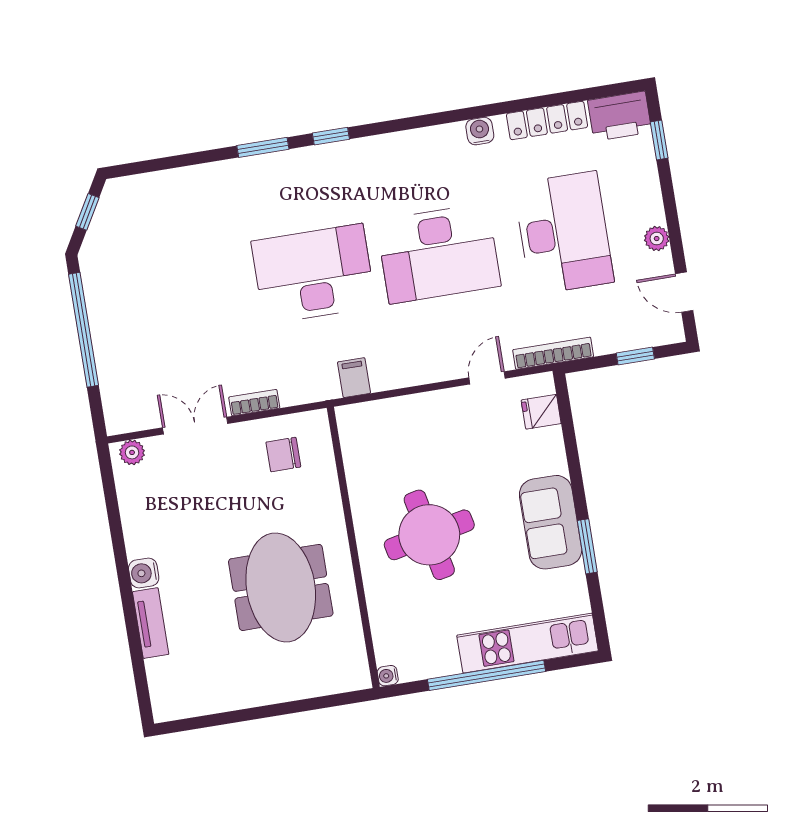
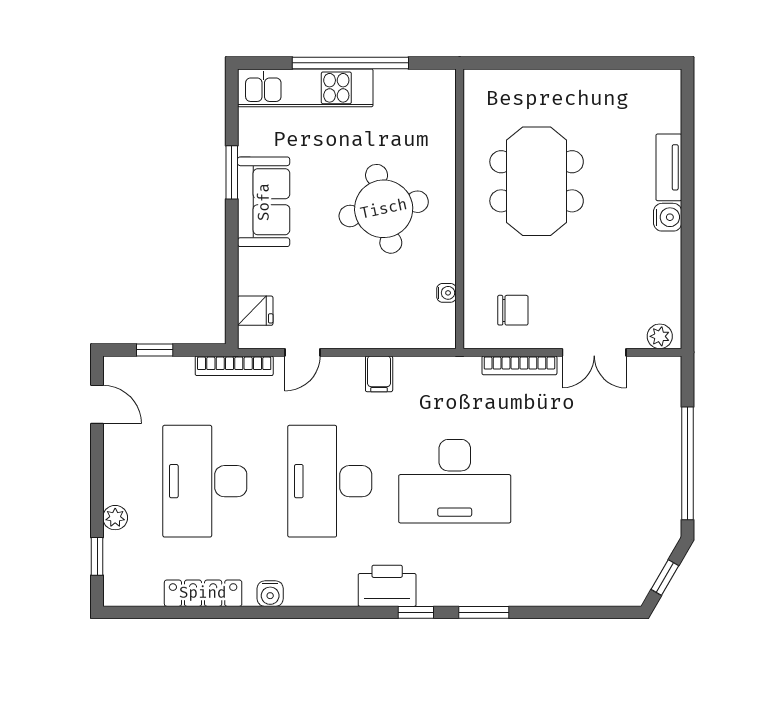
printer: (620, 116) -> (387, 586), moved
plant: (657, 239) -> (115, 518), moved
desk: (439, 253) -> (330, 481), turned -90
filing cabinet: (354, 378) -> (379, 374), moved
bookcase: (254, 403) -> (519, 365), width x1.56
water cooler: (388, 676) -> (446, 293), moved

